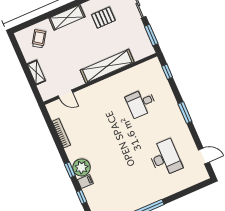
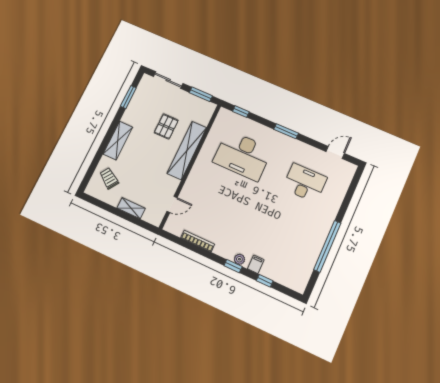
pallet: (103, 18) -> (166, 126), moved
desk: (141, 103) -> (243, 155), width x1.87, depth x1.30
plant: (81, 167) -> (239, 259), width x0.53, depth x0.53

